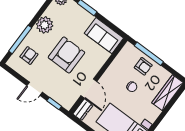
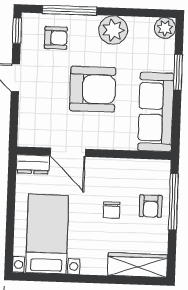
sofa: (104, 36) -> (156, 112), width x1.36
door: (89, 88) -> (68, 152), hinge flipped
window: (54, 103) -> (17, 31), moved

